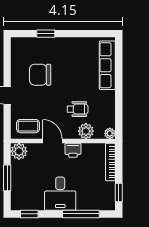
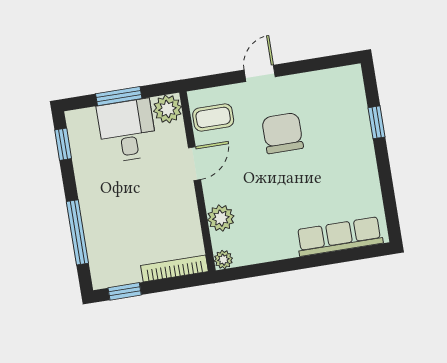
chair: (40, 75) -> (283, 133), moved
wheelchair: (78, 109) -> (256, 198), removed
coffee table: (28, 126) -> (213, 117), turned 90
printer: (73, 150) -> (184, 201), removed
desk: (60, 194) -> (127, 130), moved, turned 90

